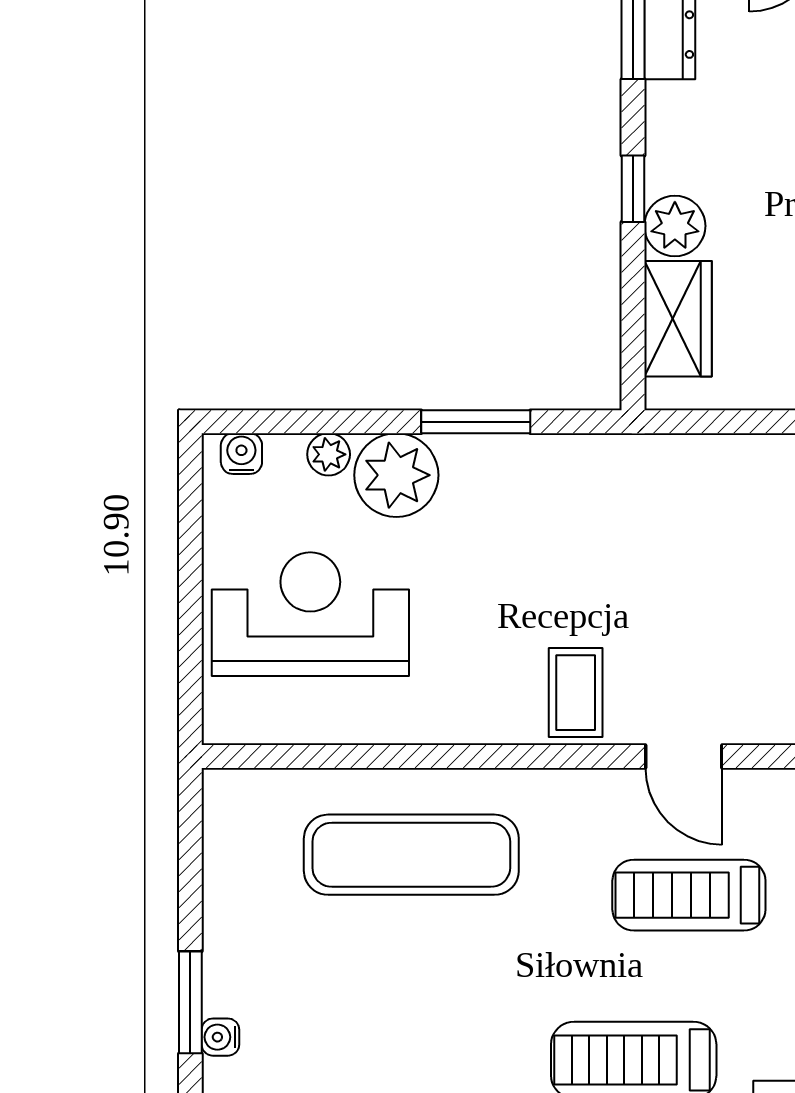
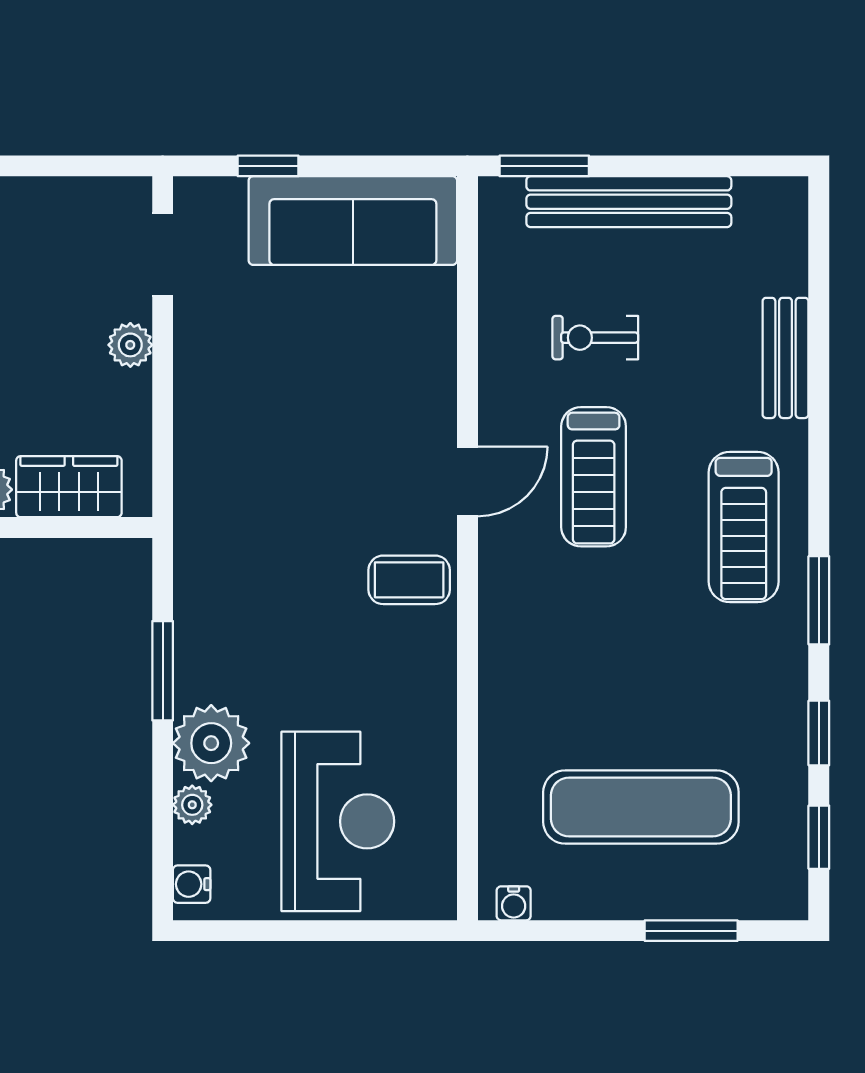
reception desk: (310, 614) -> (338, 821), turned 180
exercise mat: (411, 855) -> (641, 807), moved, turned 90
water cooler: (220, 1037) -> (514, 903), moved

